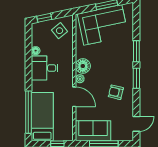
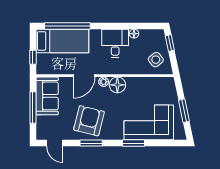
corner sofa: (103, 25) -> (149, 122), moved, turned 102
window: (136, 78) -> (91, 143), moved
armchair: (116, 92) -> (89, 121), width x1.88, depth x1.88

